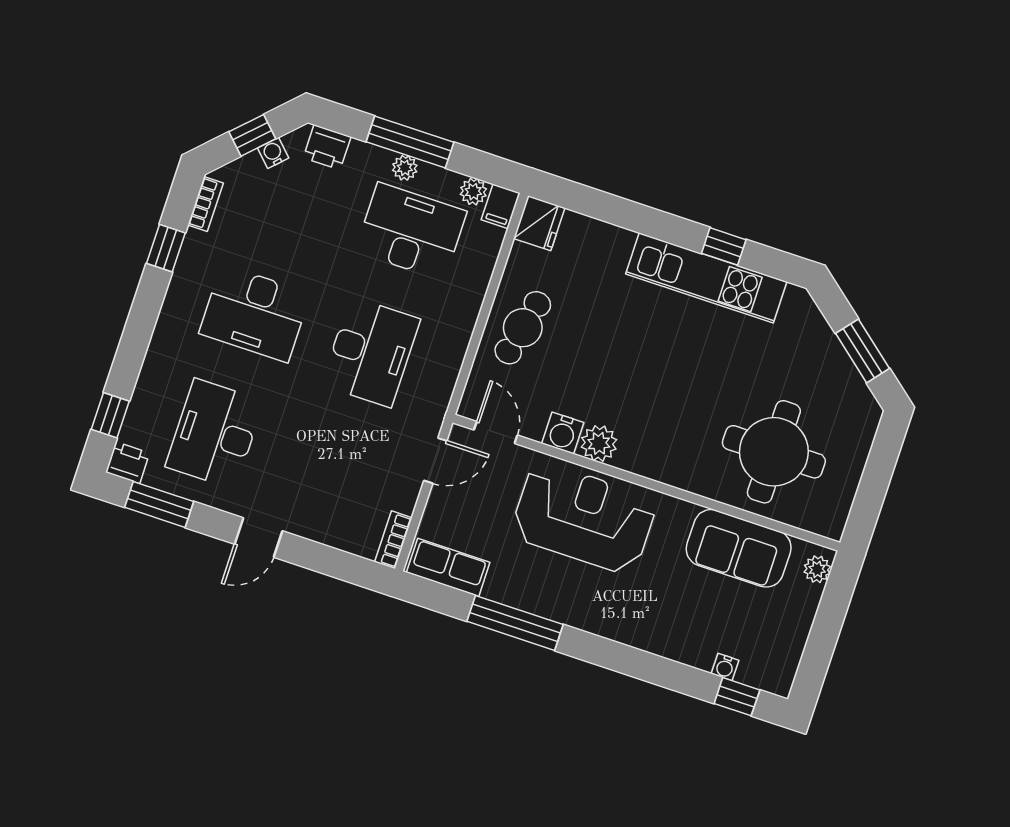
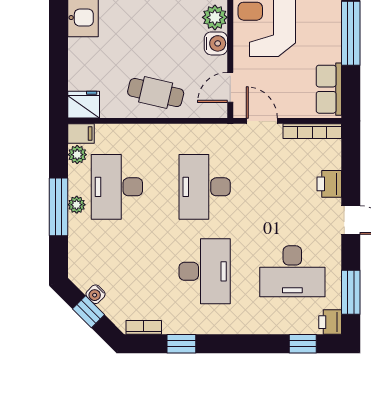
printer: (327, 147) -> (329, 184), moved, turned 180
desk: (371, 352) -> (205, 187), turned -90
bookcase: (393, 540) -> (312, 131), width x1.56

